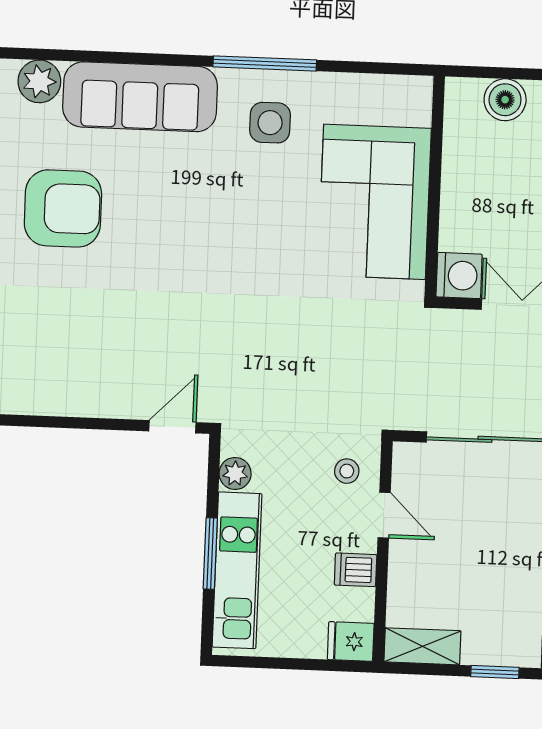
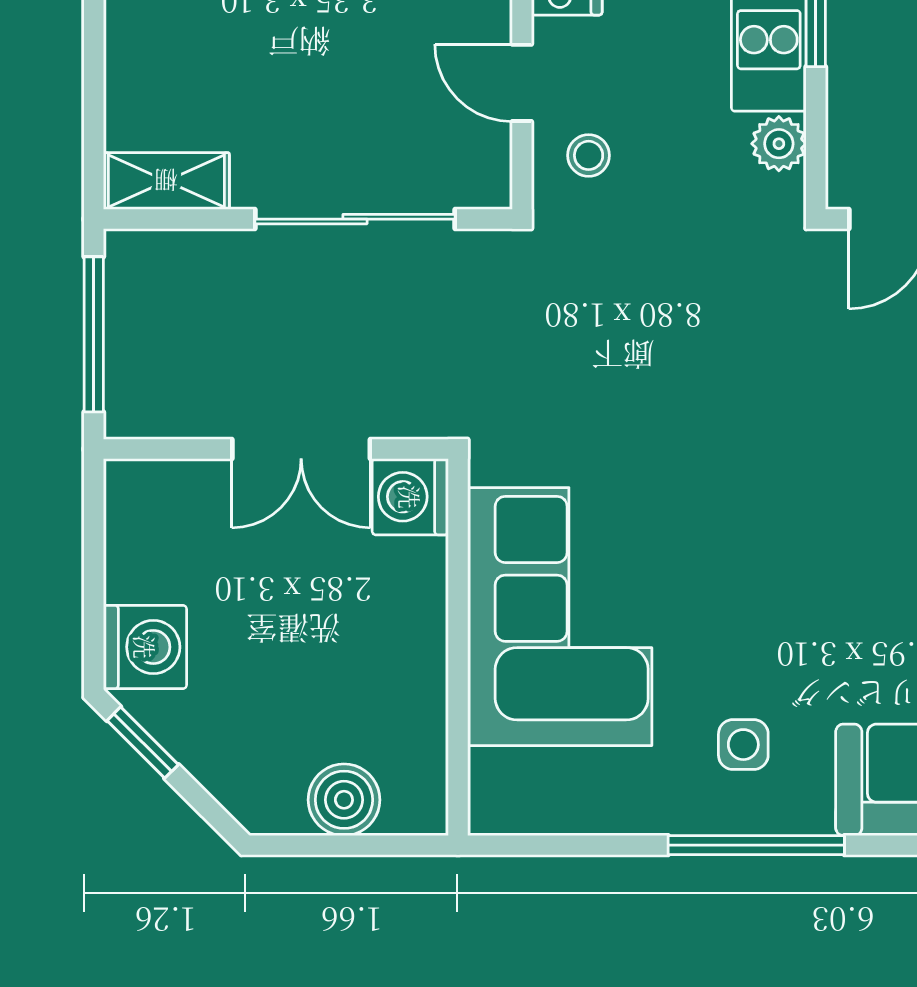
side table: (270, 123) -> (743, 745), width x0.73, depth x0.73

